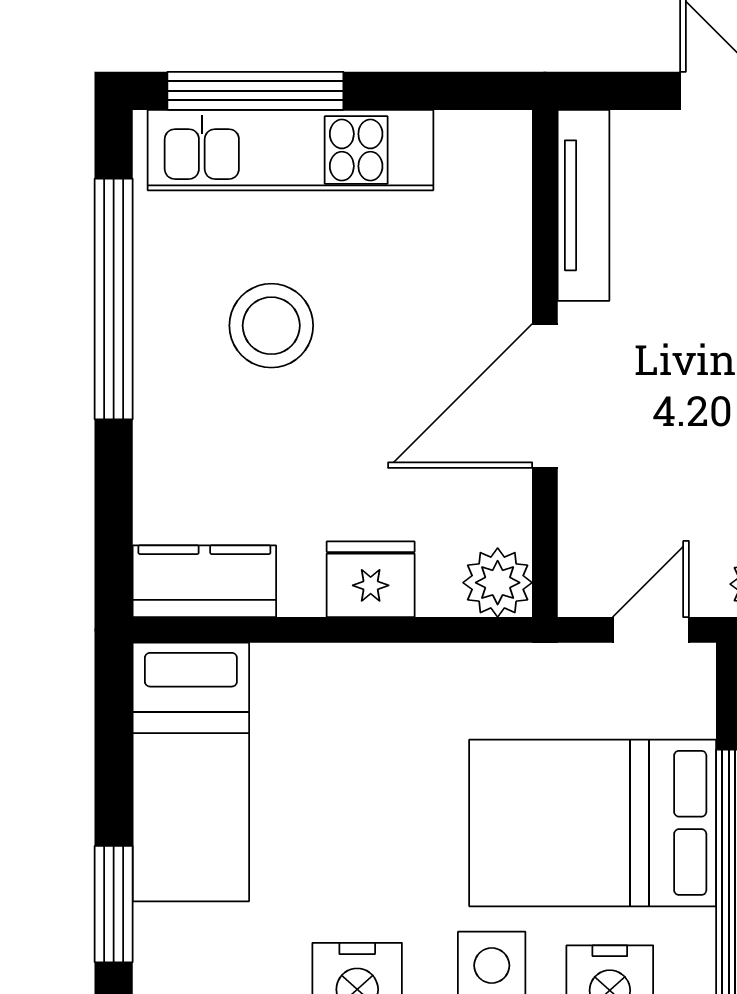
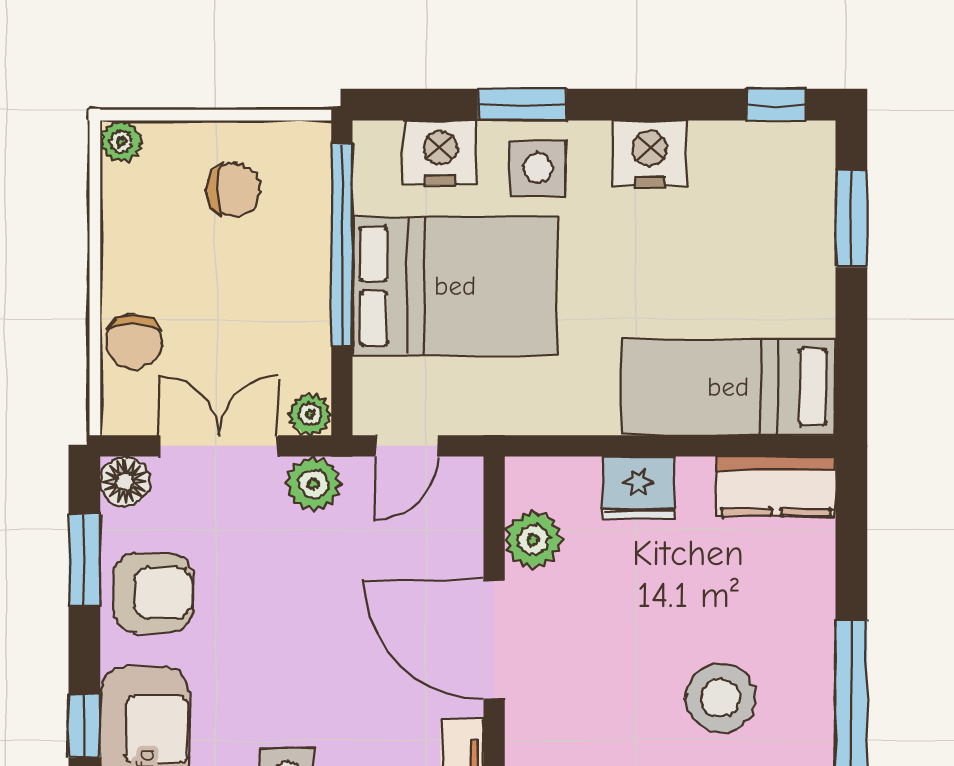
door: (545, 396) -> (494, 640), swing flipped
plant: (498, 583) -> (533, 540), moved
bed: (191, 772) -> (728, 387), moved, turned -90

